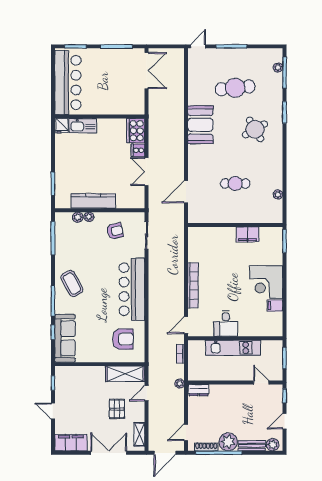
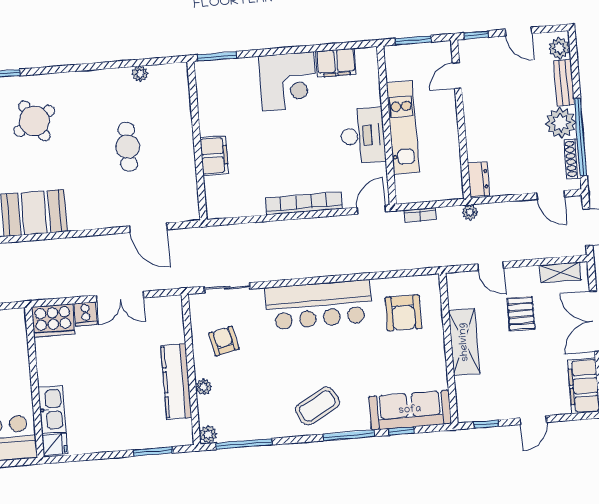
plant: (78, 217) -> (208, 434), moved
filing cabinet: (248, 234) -> (214, 156), moved
filing cabinet: (275, 305) -> (336, 63), width x2.00
desk: (226, 324) -> (363, 136), width x1.37
door: (186, 325) -> (371, 210), swing flipped
armchair: (123, 339) -> (403, 313), turned 180
shelving: (125, 374) -> (464, 342), moved
pallet: (117, 409) -> (521, 314), turned 90

